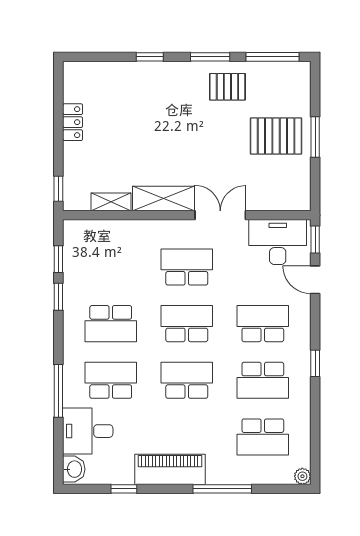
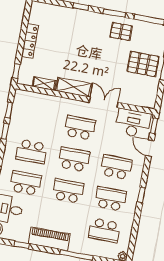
locker: (73, 122) -> (30, 41), width x1.53
school desk: (263, 380) -> (110, 199), turned 180

